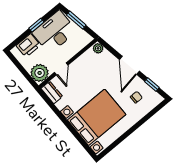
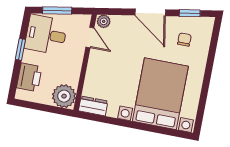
desk: (55, 32) -> (46, 35), width x0.73
door: (61, 69) -> (90, 38), moved

